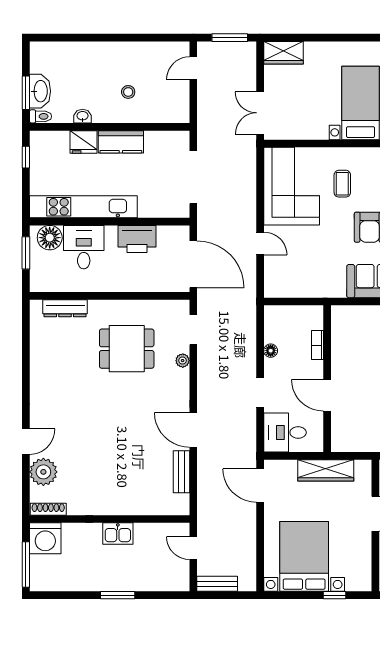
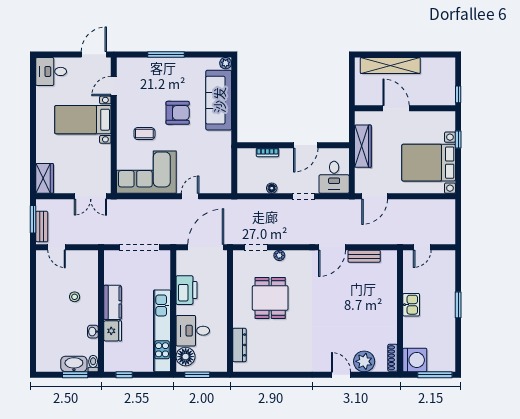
bench: (217, 584) -> (42, 227), moved

